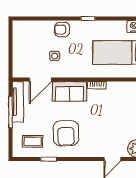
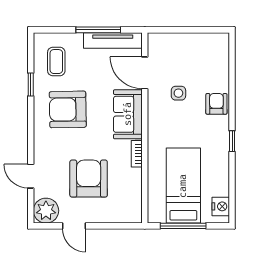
armchair: (114, 119) -> (89, 179), added

